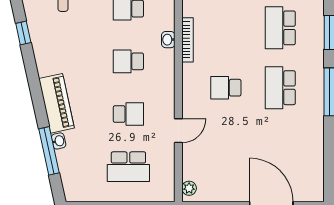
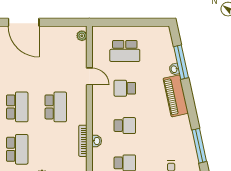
window: (23, 33) -> (199, 146), width x2.17
school desk: (226, 88) -> (56, 107), width x1.85
door: (178, 131) -> (89, 76), swing flipped
school desk: (128, 167) -> (125, 51), turned 180

